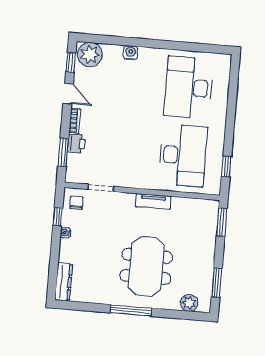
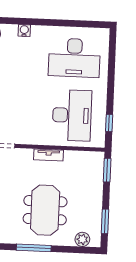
desk: (188, 87) -> (74, 58), turned -90

